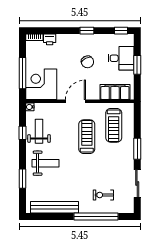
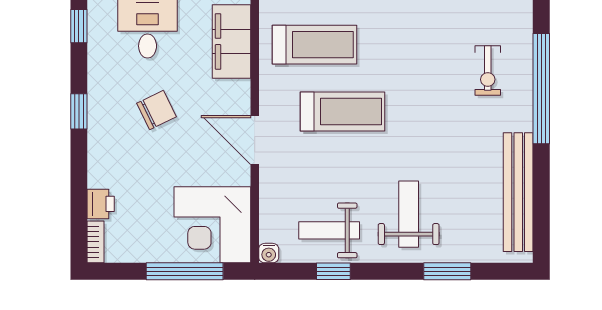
treadmill: (87, 137) -> (343, 112), turned 180

